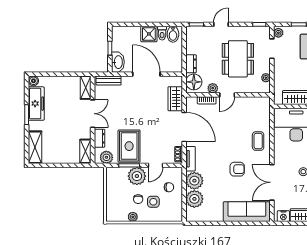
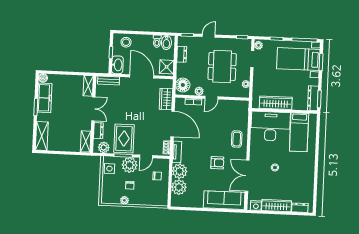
shower: (149, 34) -> (167, 67), moved
stool: (127, 36) -> (126, 42), added
dresser: (191, 64) -> (182, 54), moved
side table: (153, 202) -> (109, 169), moved

